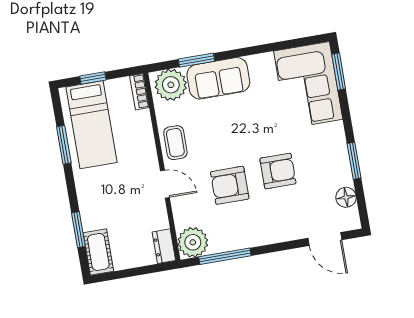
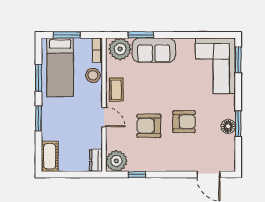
window: (93, 78) -> (67, 35), width x1.50
stool: (139, 128) -> (93, 75), added
floor lamp: (346, 197) -> (228, 126), moved
window: (78, 230) -> (38, 118), moved
window: (225, 256) -> (137, 174), width x0.46

